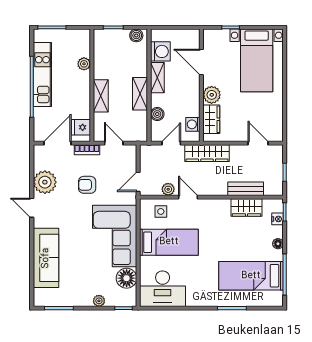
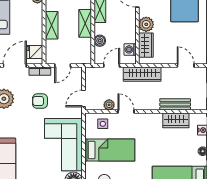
door: (114, 143) -> (63, 65), swing flipped

